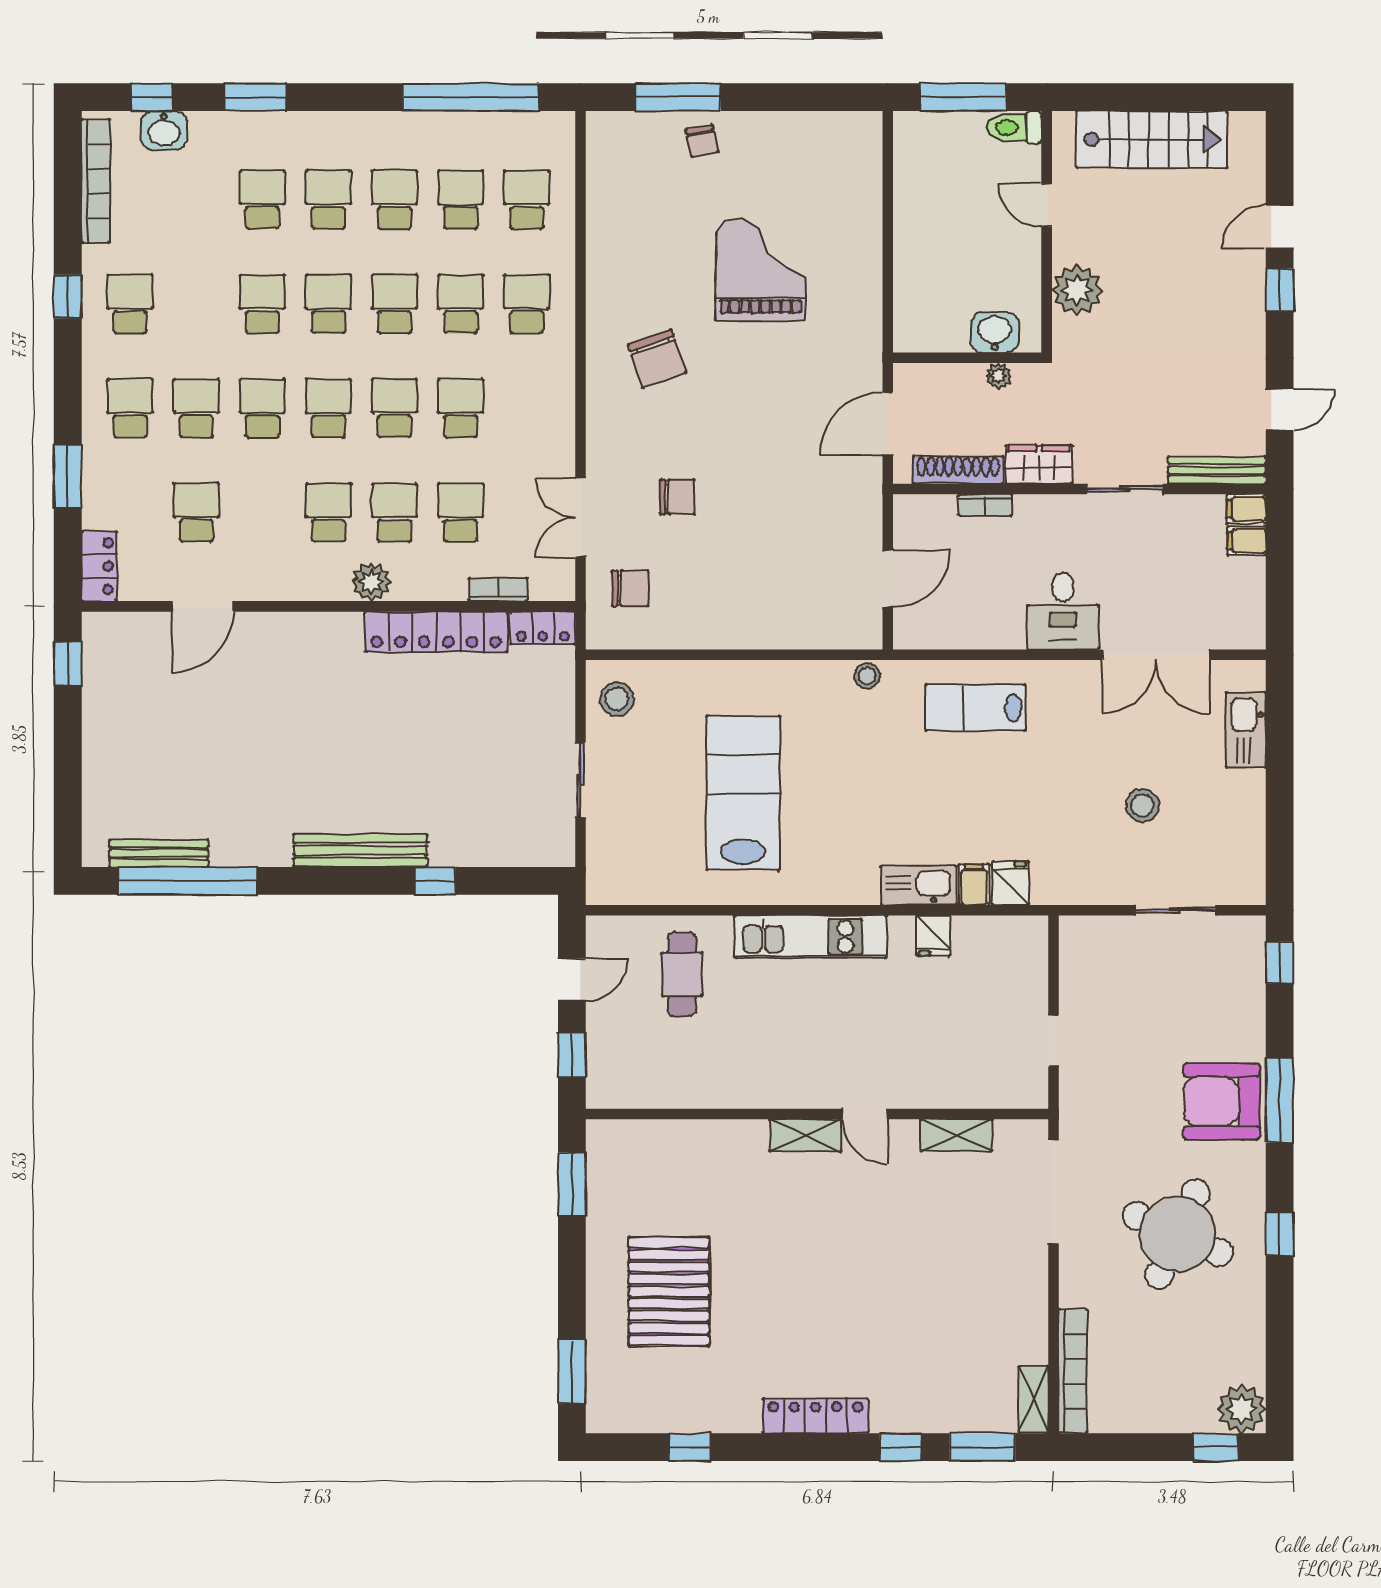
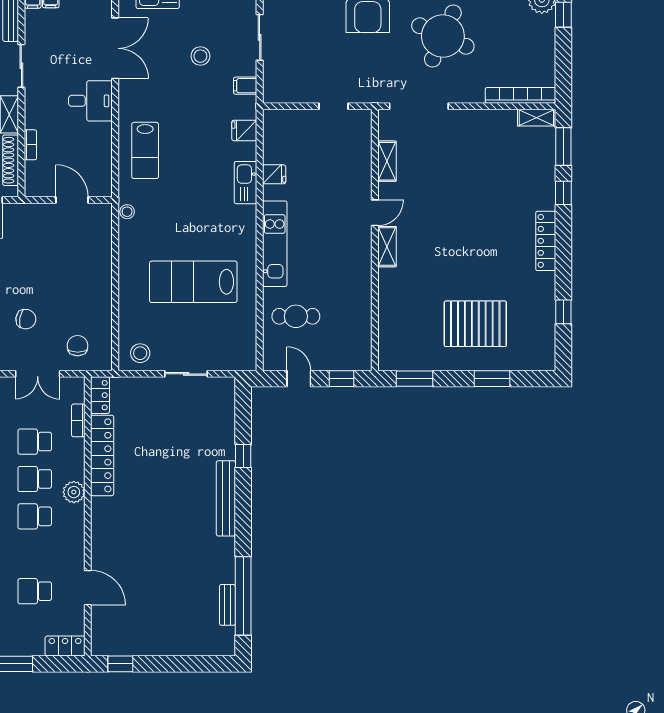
chair: (677, 497) -> (26, 319), turned 100
bench: (159, 853) -> (227, 605), width x0.73
filing cabinet: (974, 885) -> (245, 86), moved
window: (572, 1372) -> (492, 379), moved

